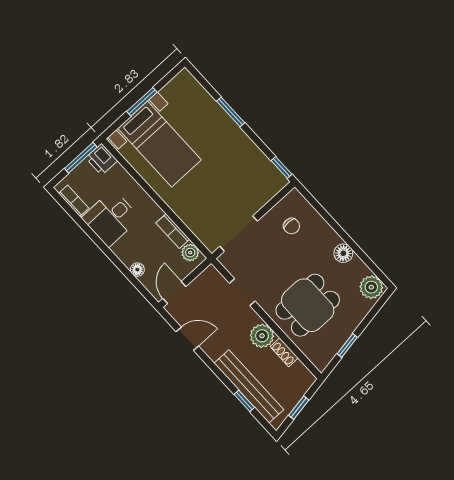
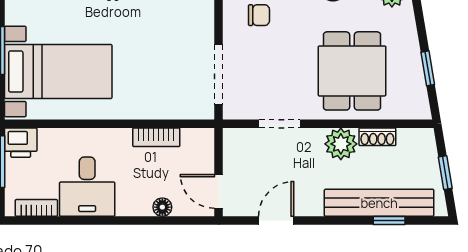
plant: (190, 253) -> (193, 139), removed

